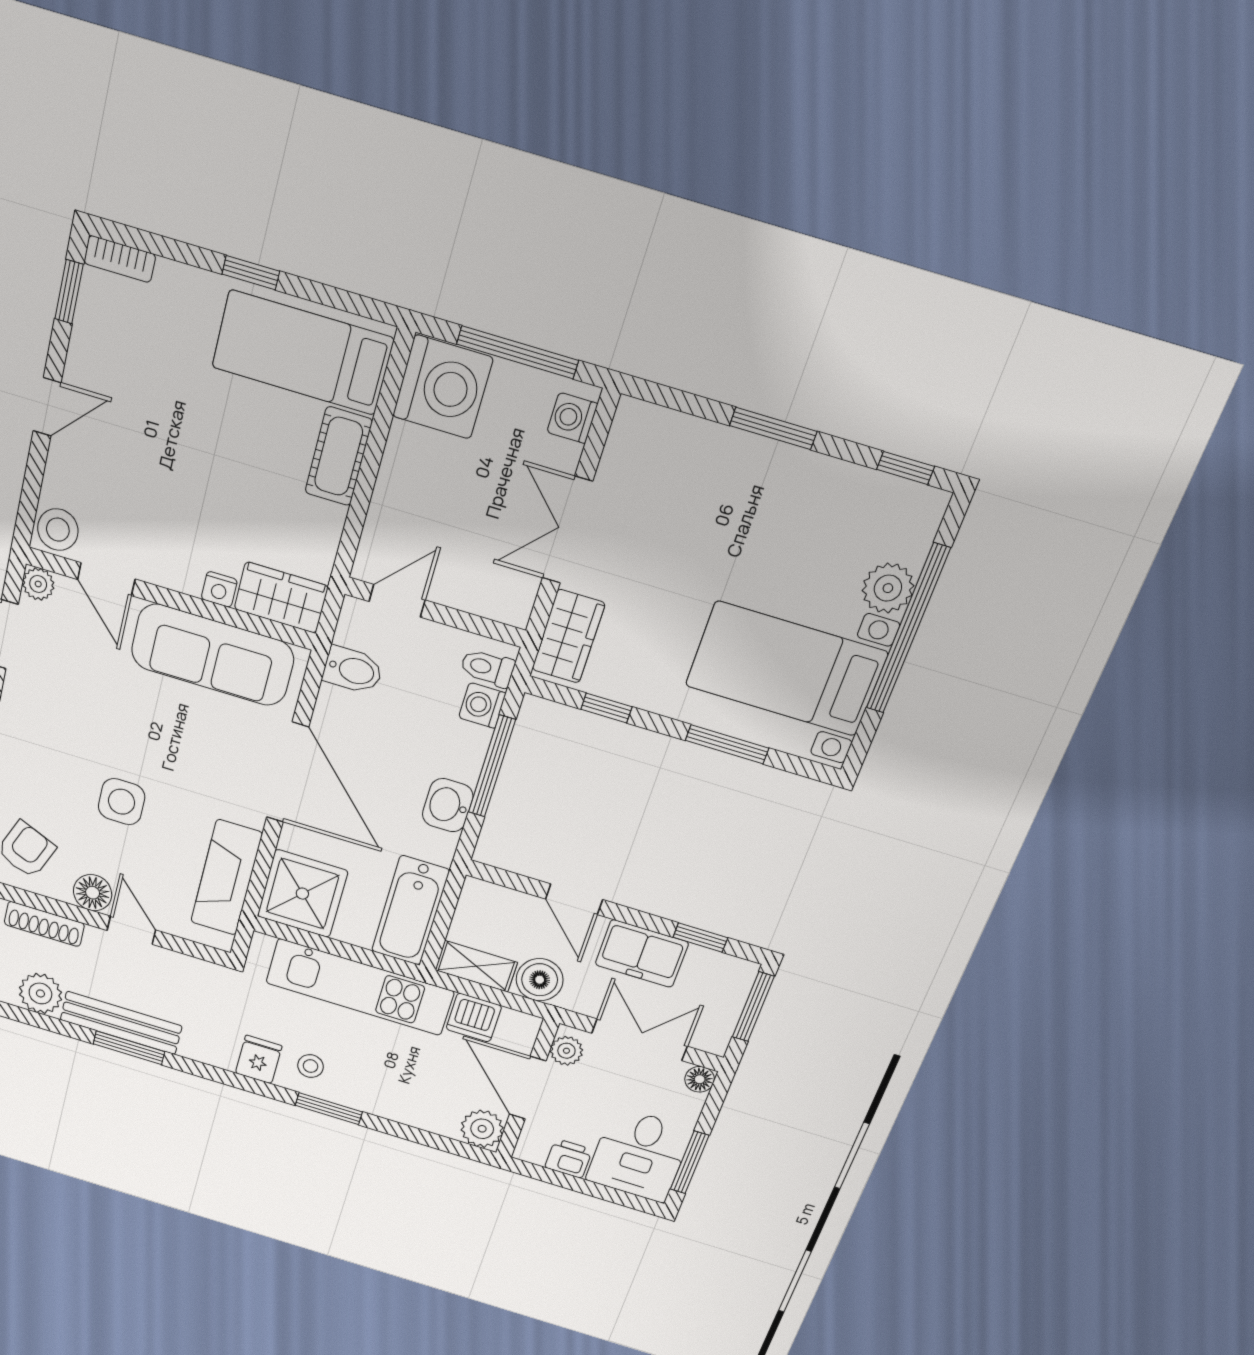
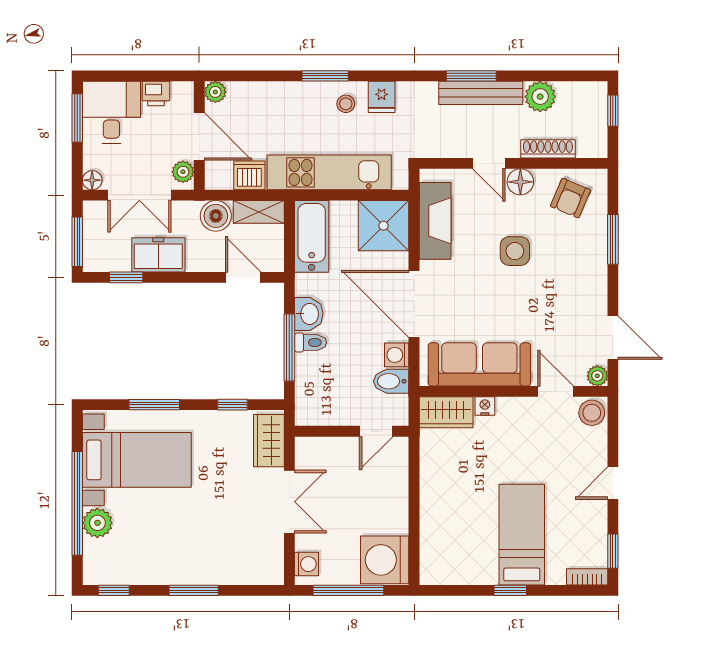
bed: (303, 353) -> (522, 535), moved, turned -90
cot: (339, 456) -> (434, 505), removed
toilet: (488, 668) -> (310, 342), moved
washing machine: (482, 705) -> (397, 355), moved, turned 180
door: (574, 899) -> (243, 277), moved
plant: (482, 1129) -> (215, 92), width x0.73, depth x0.73

